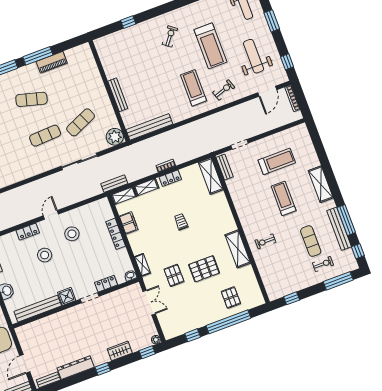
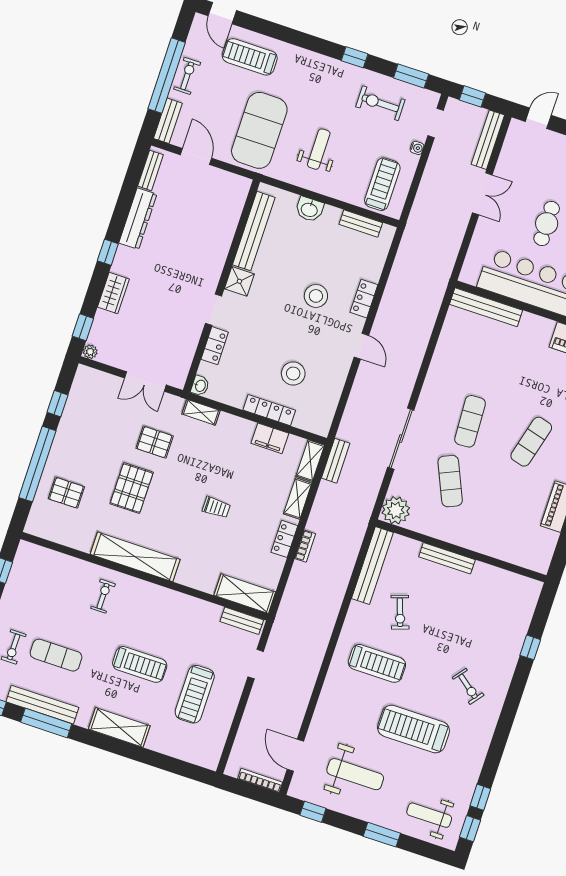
exercise bike: (224, 90) -> (400, 612), moved
stool: (72, 234) -> (293, 374), moved
shelving: (238, 249) -> (135, 557), width x1.47

